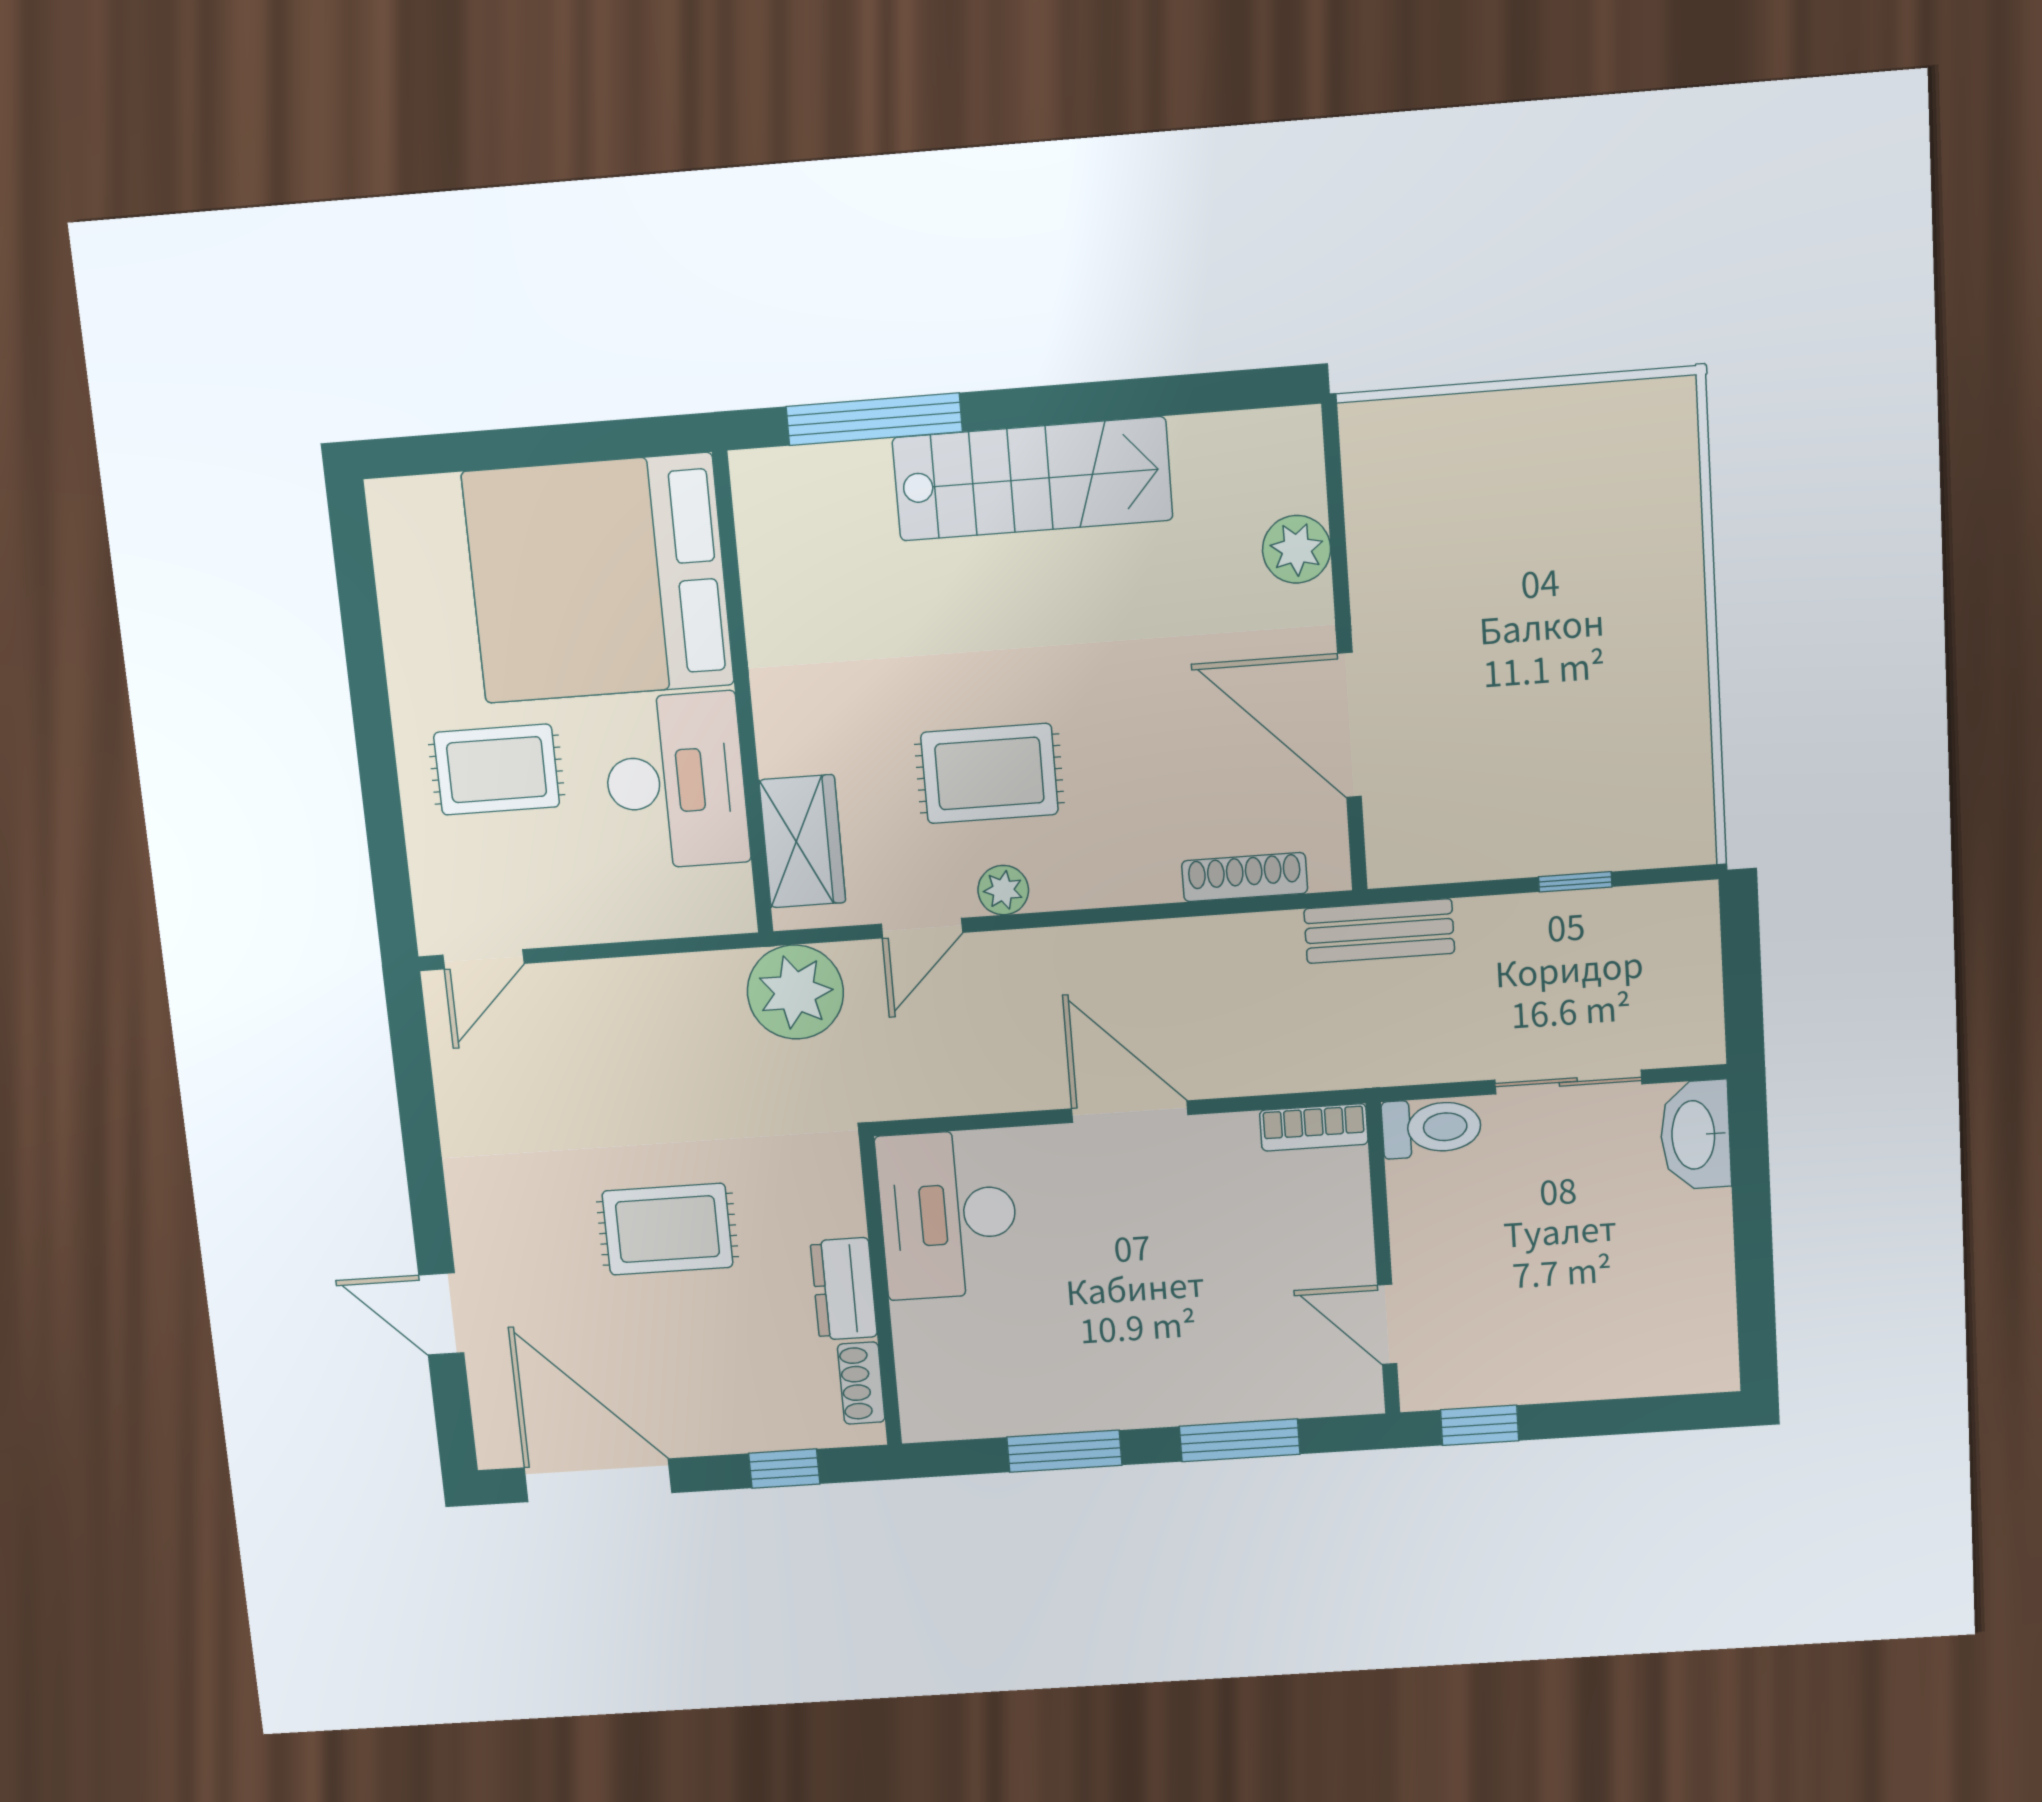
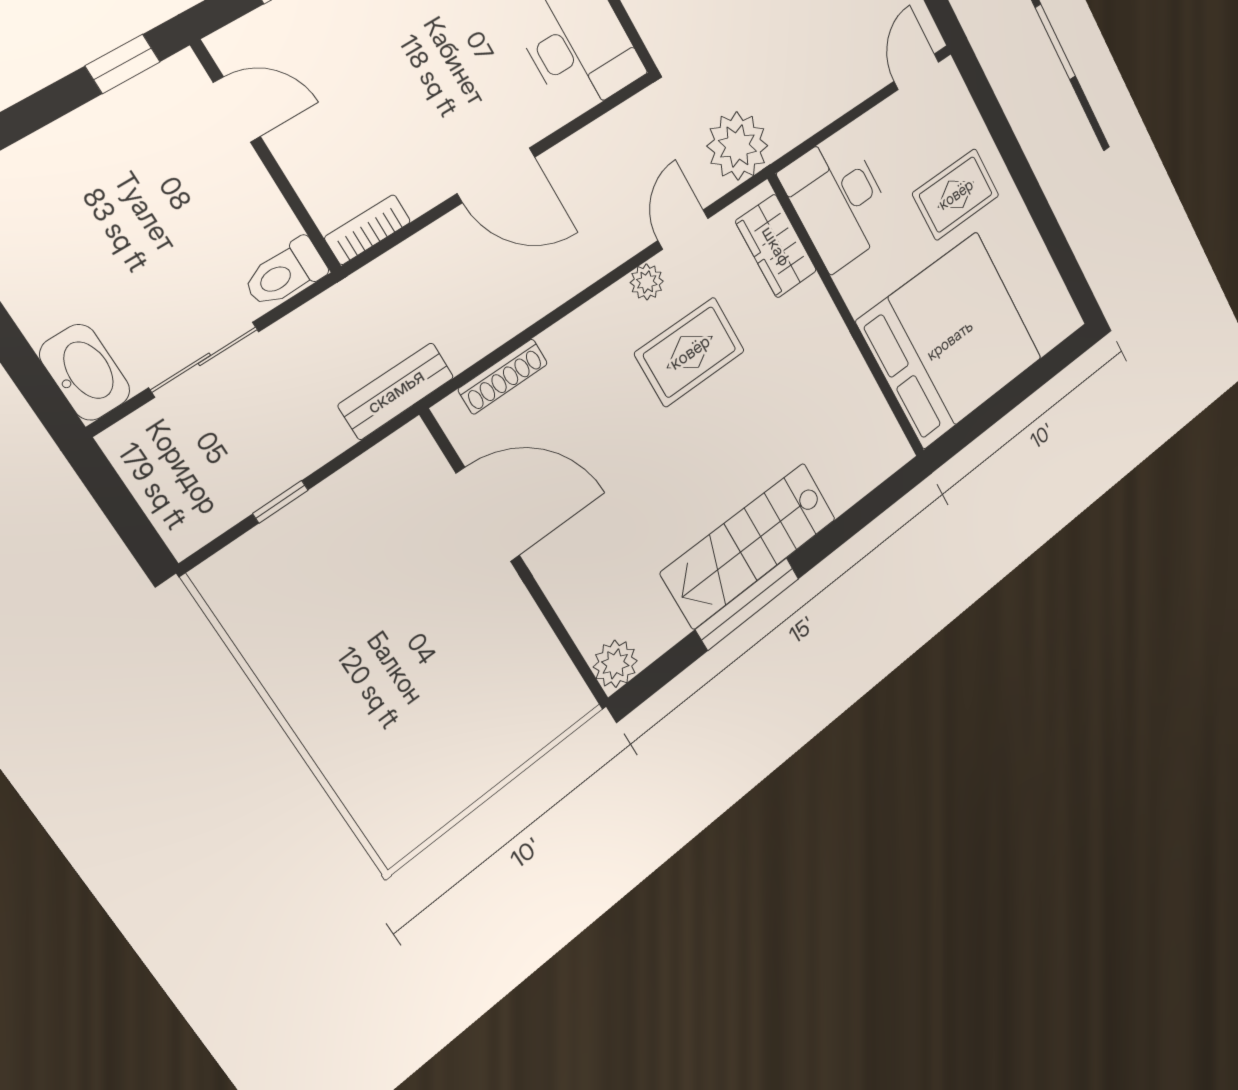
window: (874, 419) -> (747, 604), moved
plant: (1297, 549) -> (615, 664), moved
desk: (676, 781) -> (838, 201), moved

